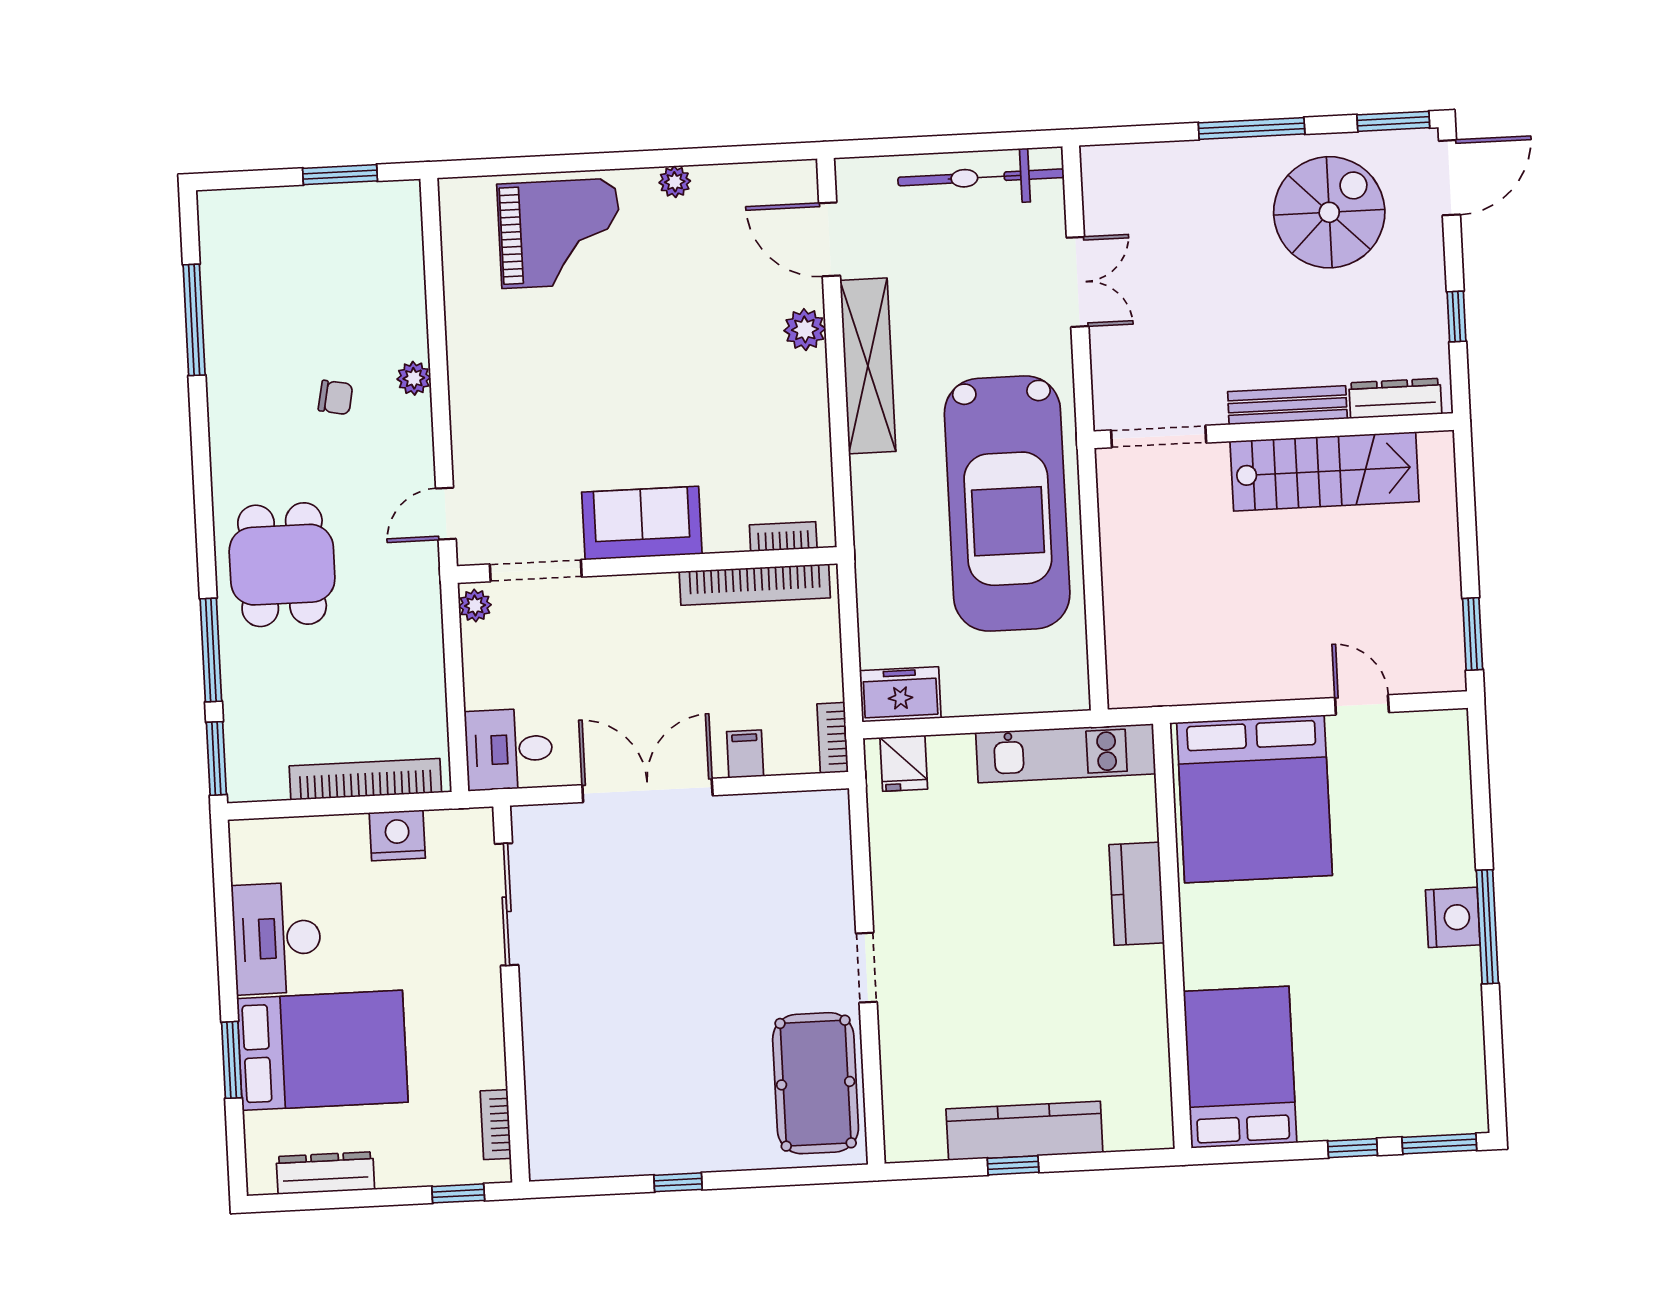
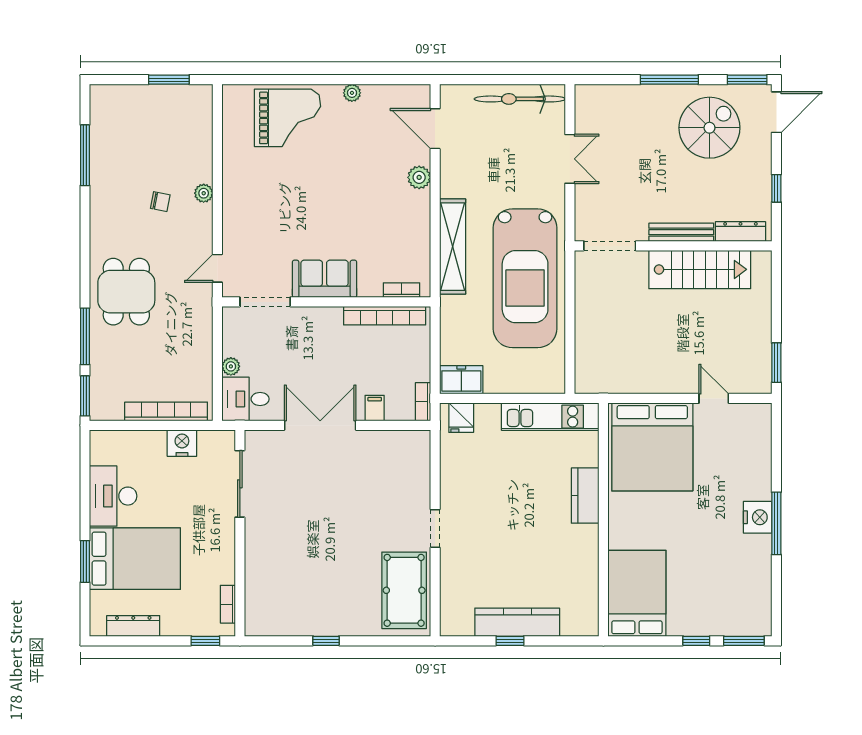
shelving: (868, 366) -> (453, 247), moved
plant: (475, 605) -> (231, 366), moved

